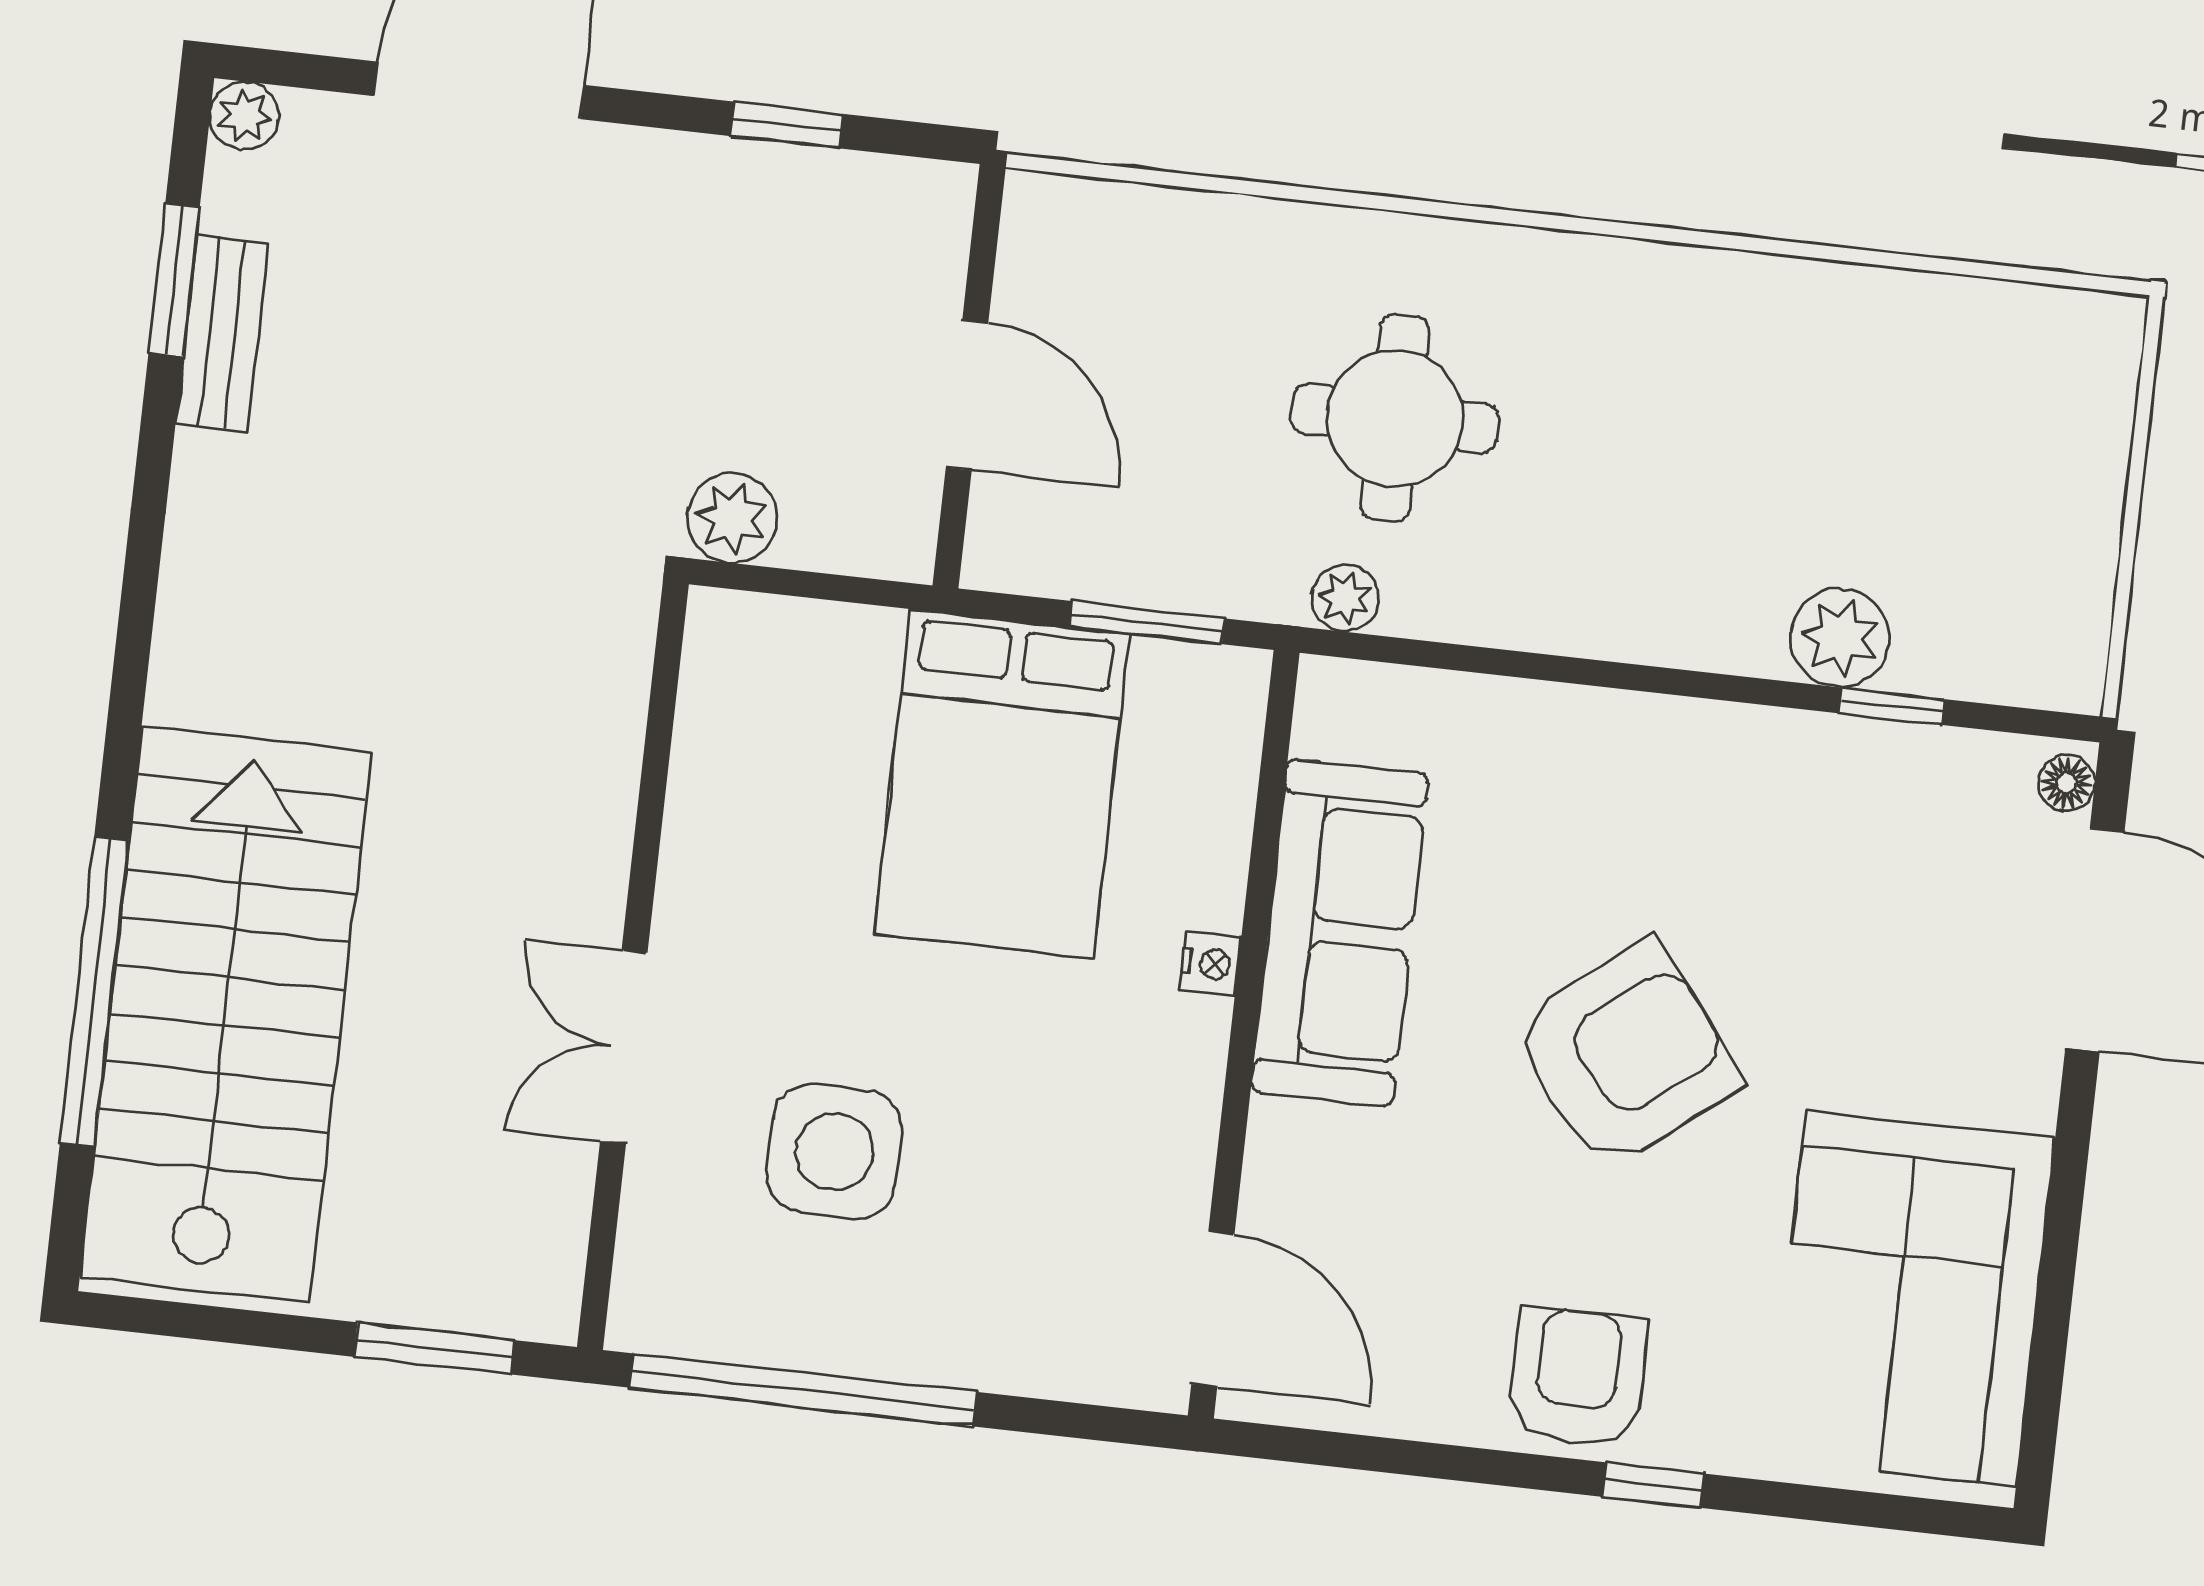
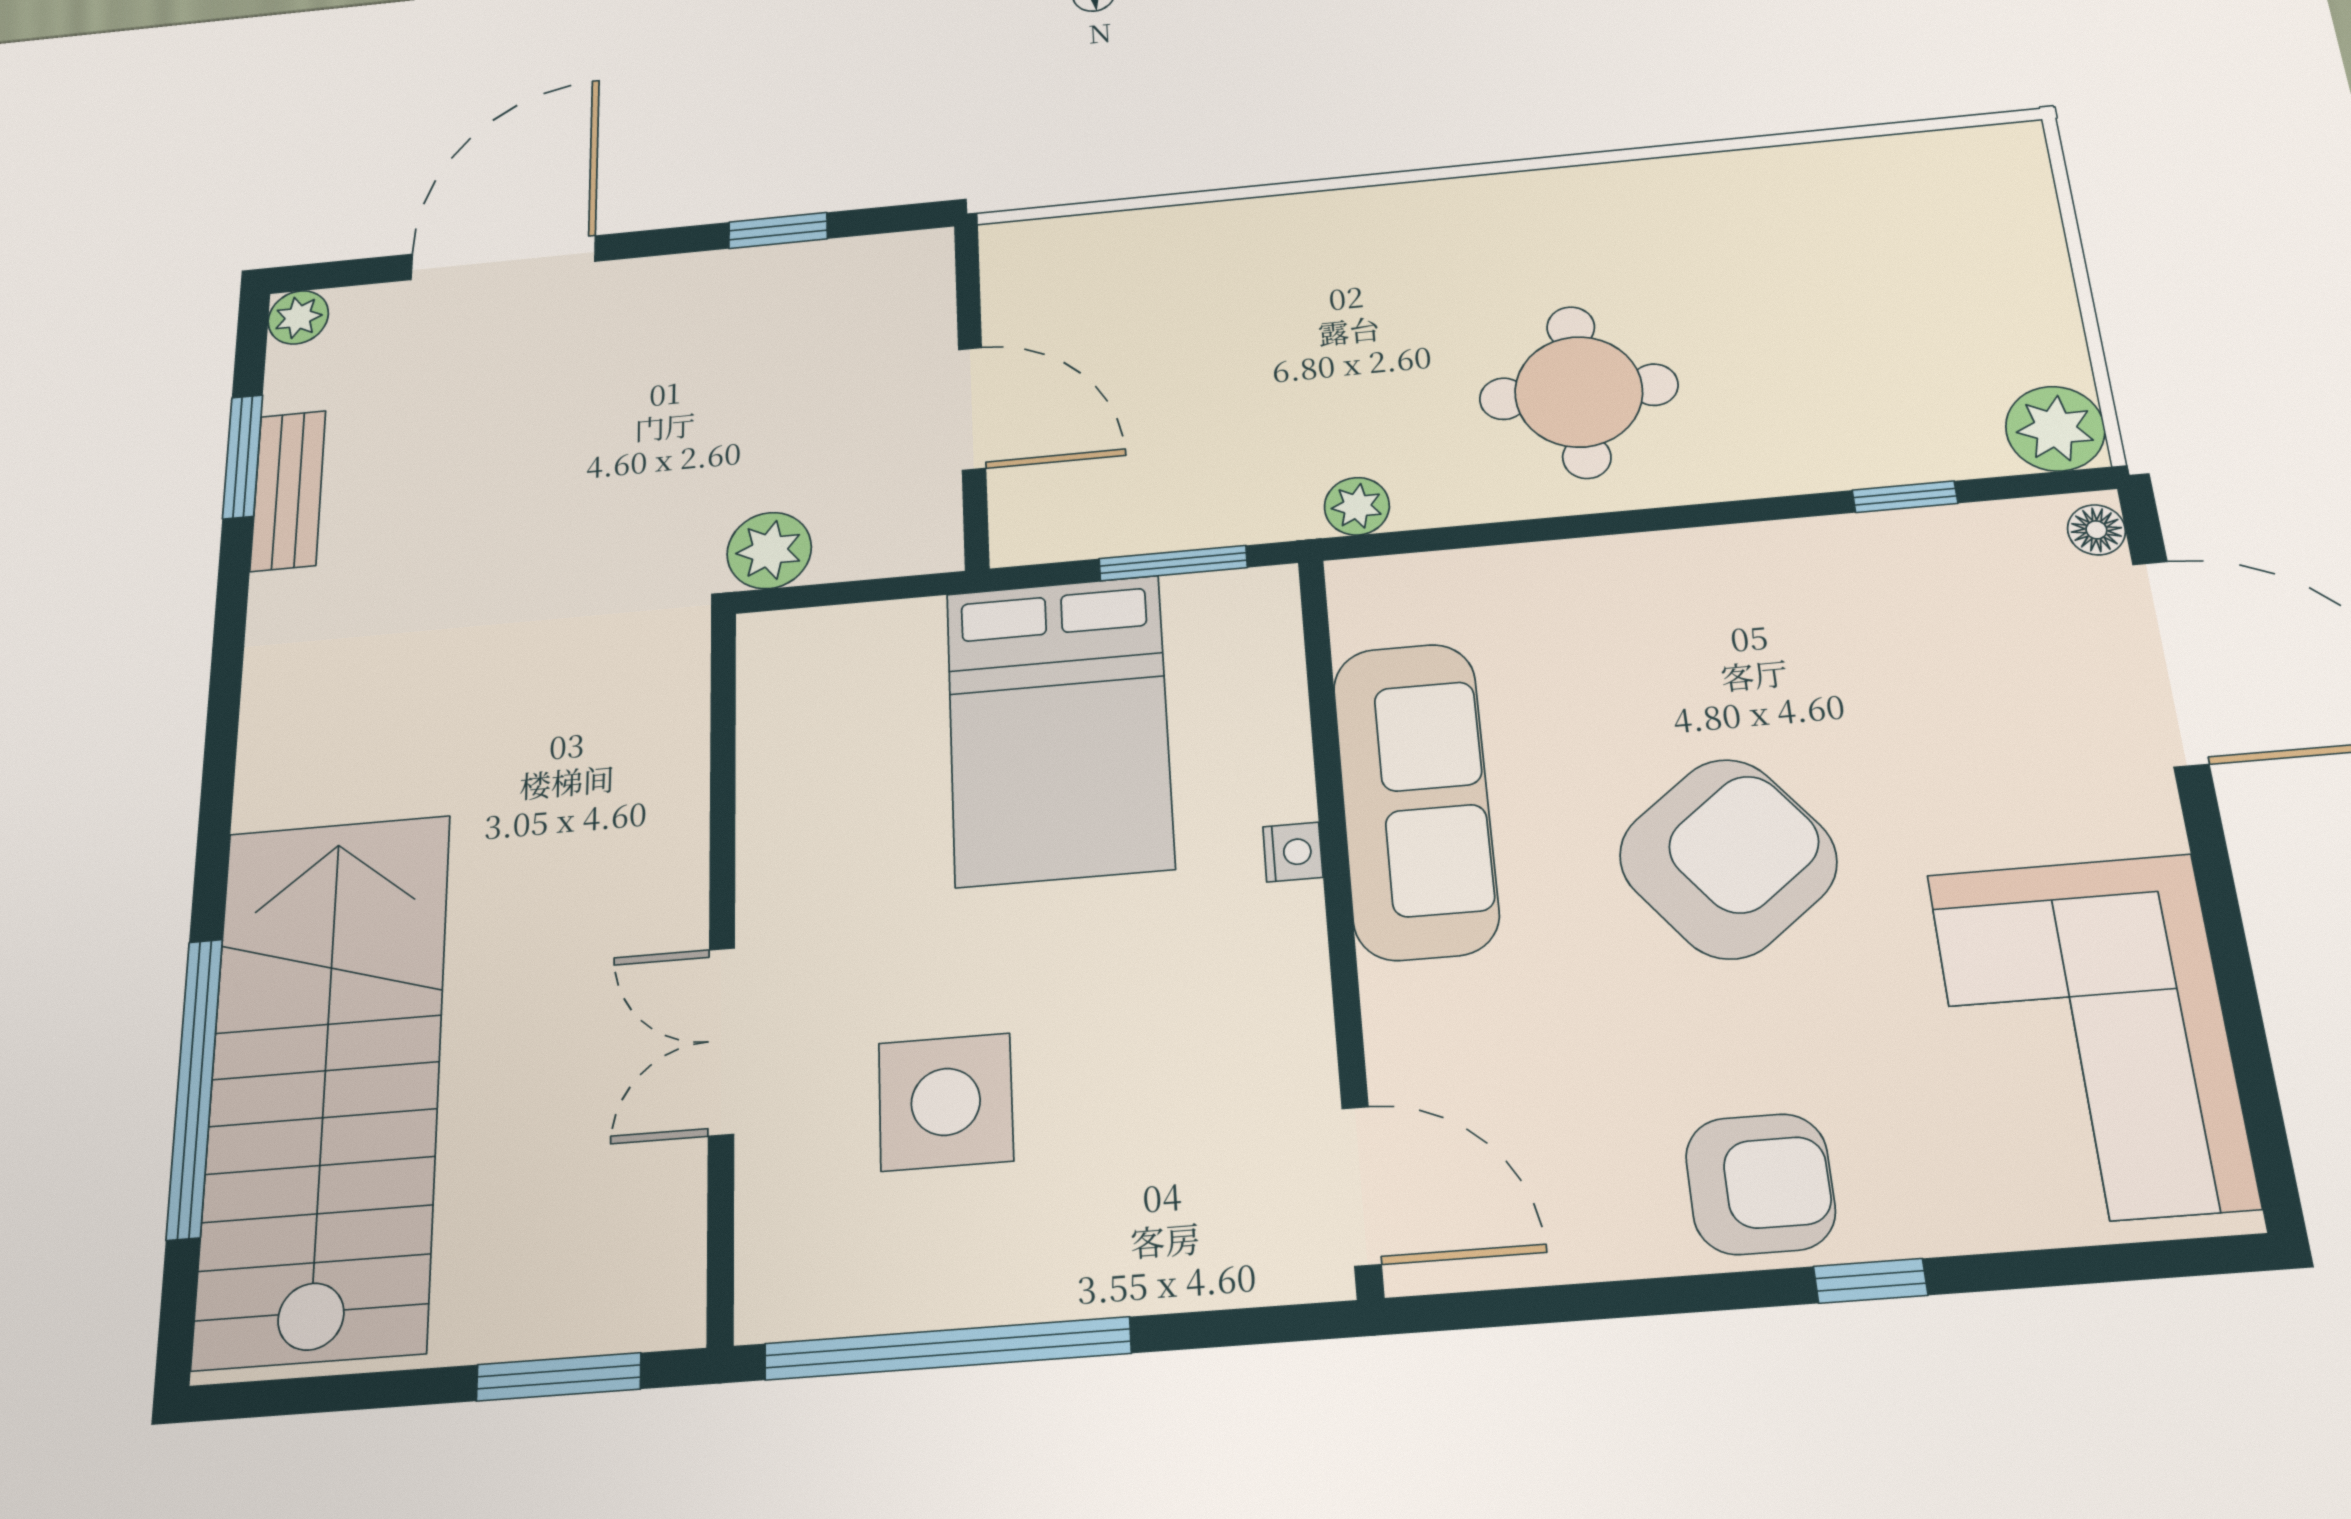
round table: (1395, 418) -> (1579, 392), moved
plant: (1840, 638) -> (2055, 429), moved
armchair: (1578, 1378) -> (1760, 1184), turned 90

